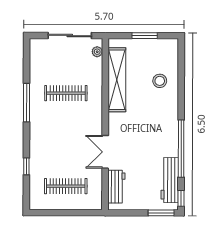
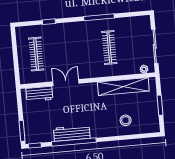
workbench: (170, 180) -> (72, 133), moved

